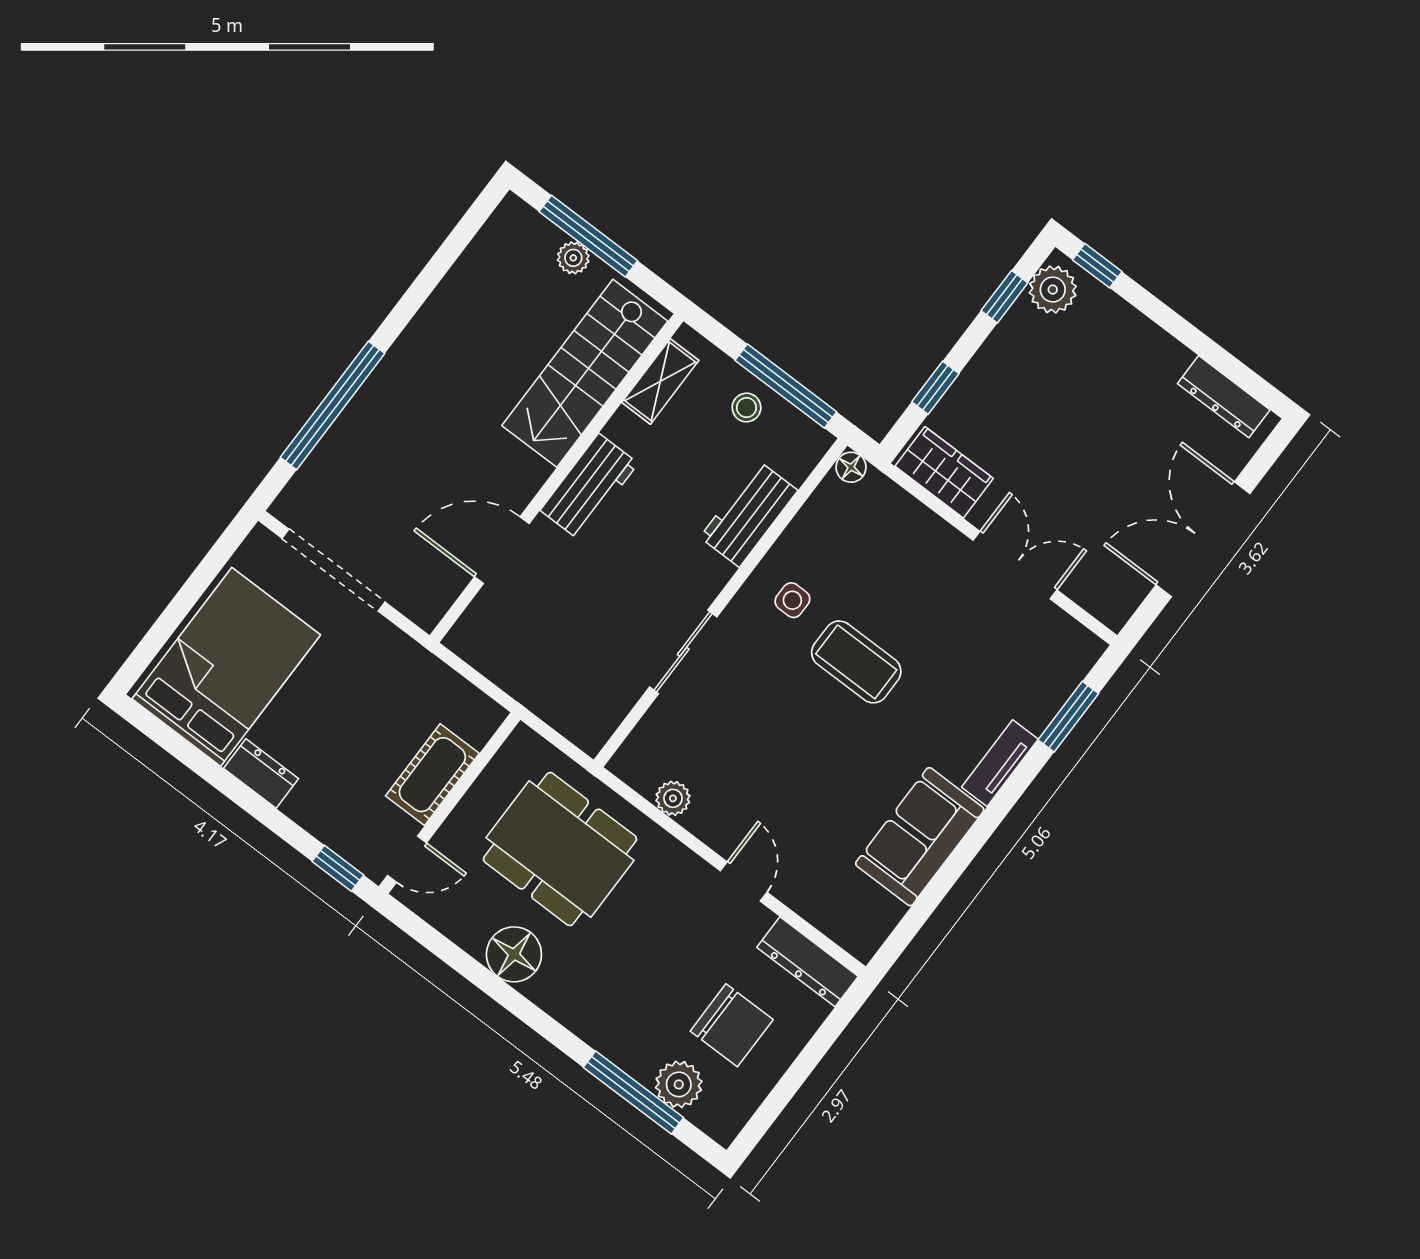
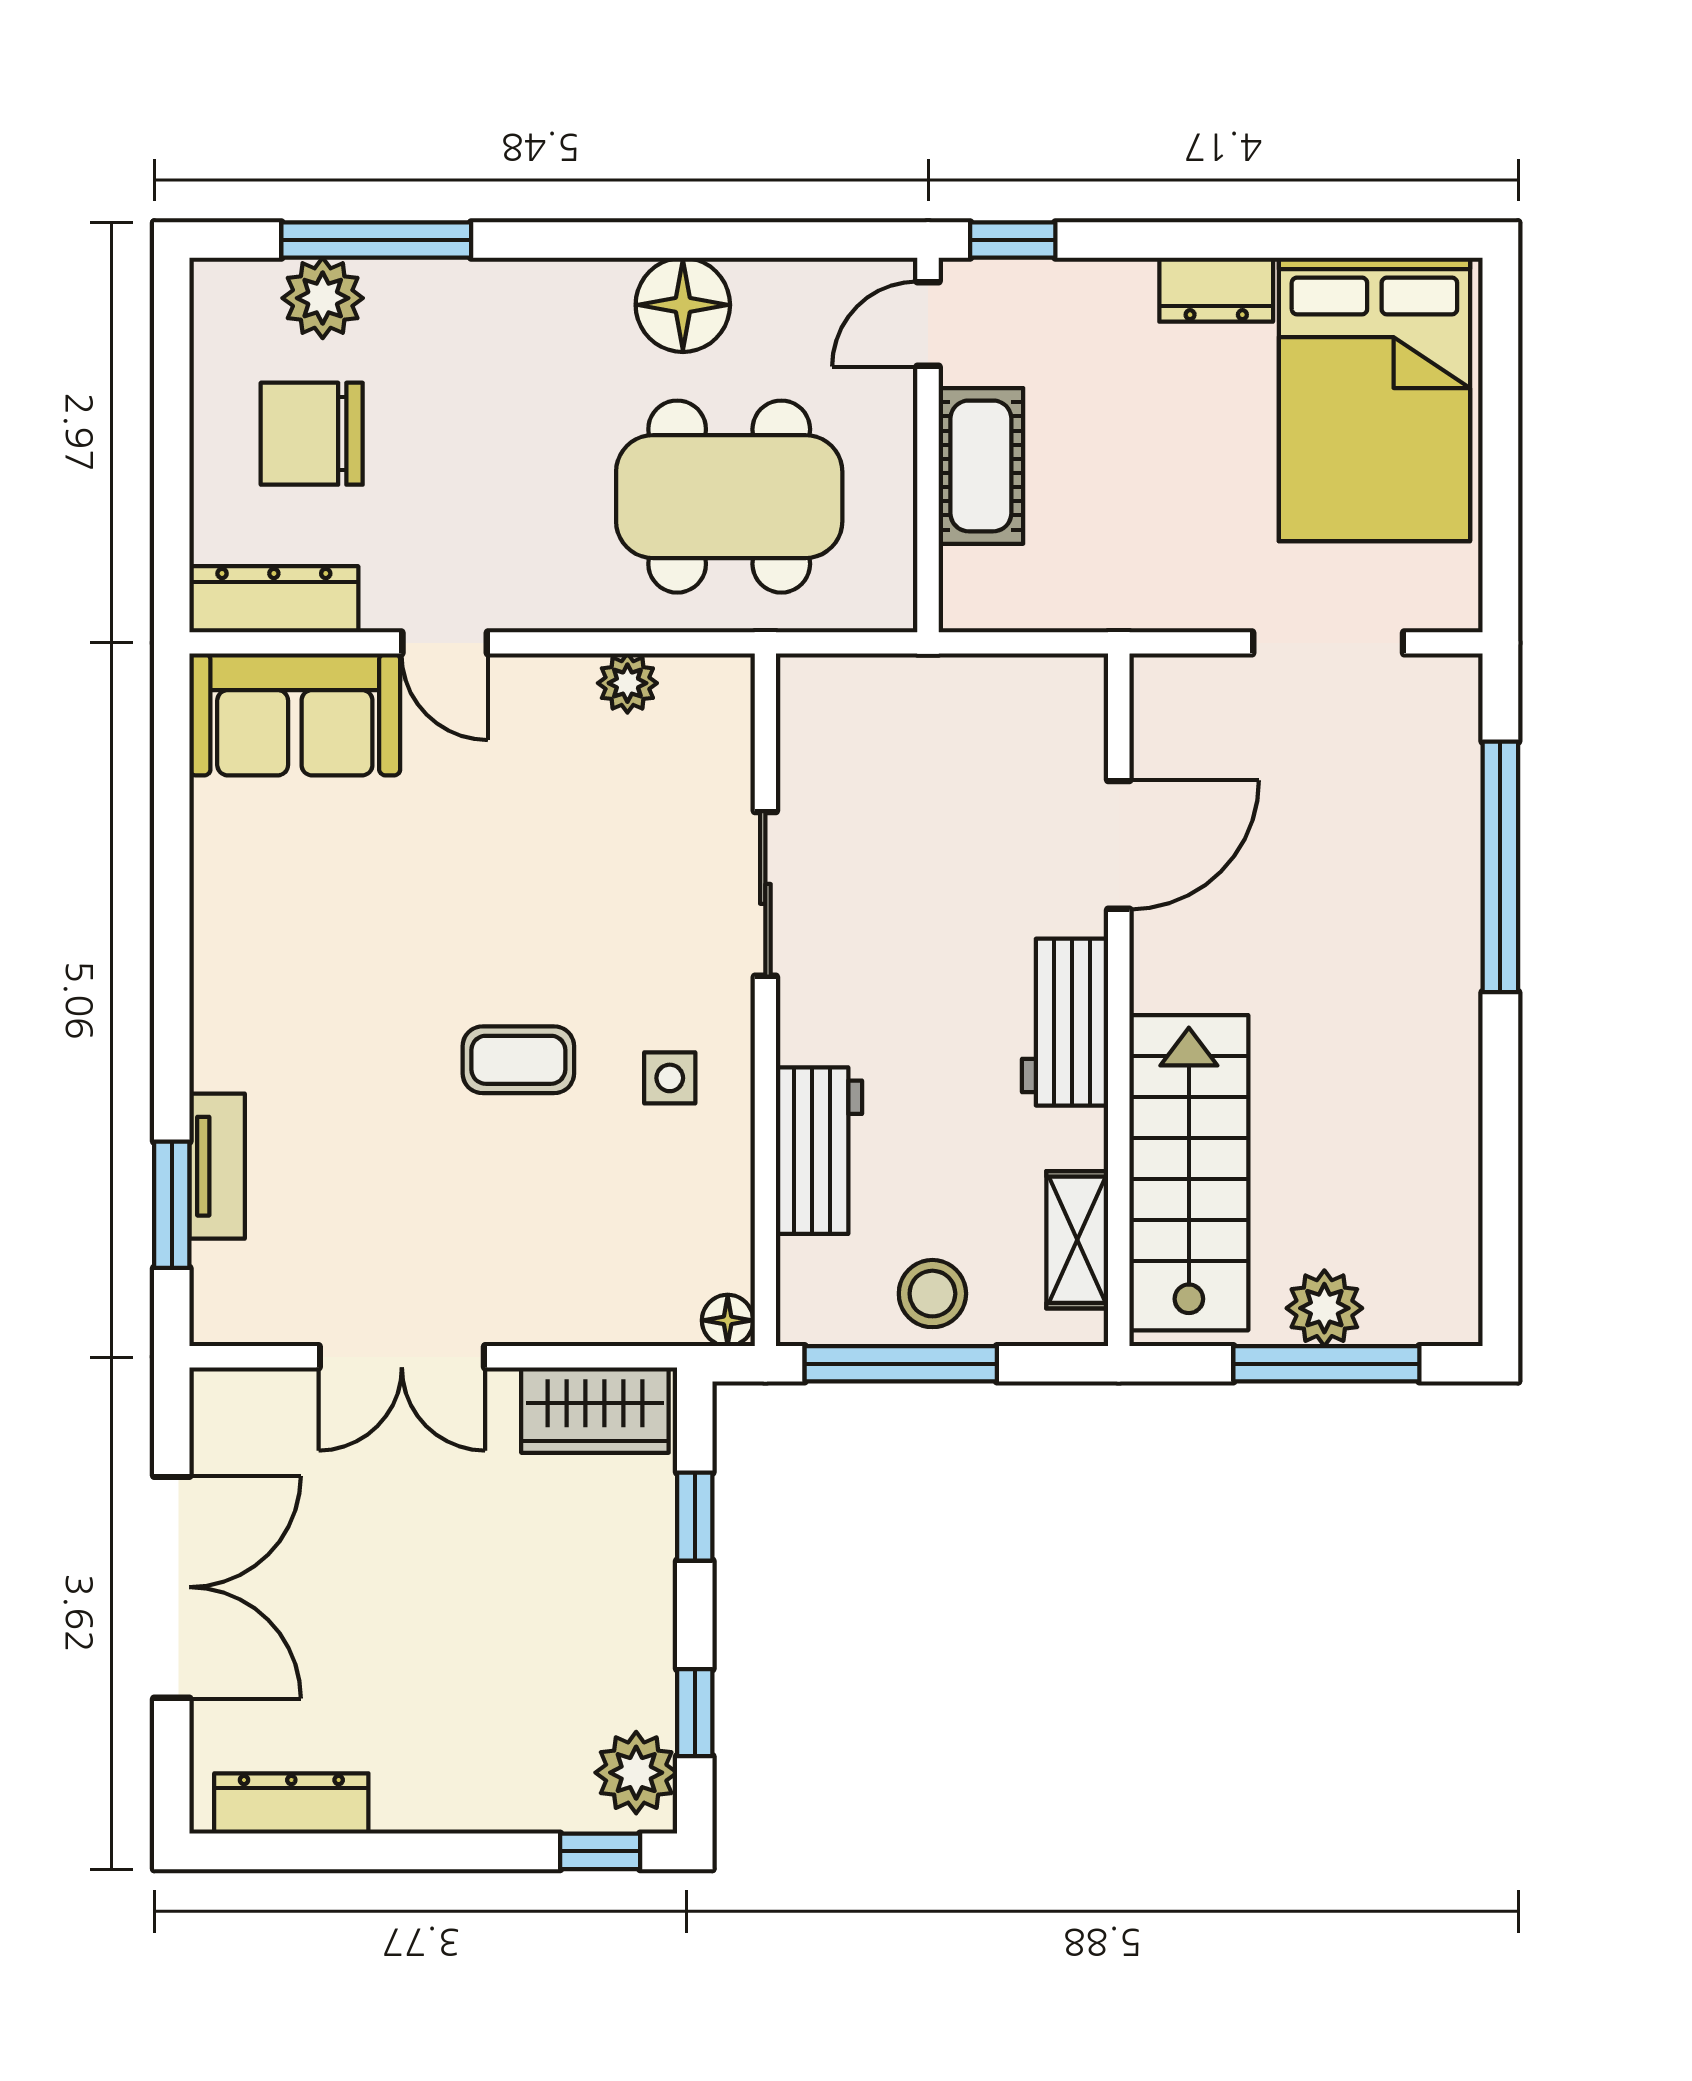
plant: (573, 258) -> (1324, 1308), width x1.38, depth x1.38
stool: (746, 408) -> (932, 1294), width x1.37, depth x1.37
doorway: (334, 570) -> (1328, 643), width x0.73
coffee table: (856, 662) -> (518, 1060), width x0.73, depth x0.77
tv unit: (1000, 763) -> (217, 1166), moved
sofa: (920, 837) -> (295, 714), moved, turned 90

